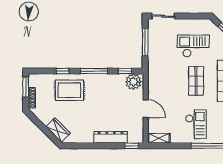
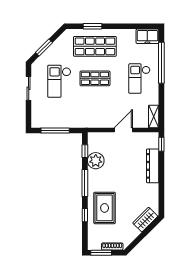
sliding door: (163, 16) -> (29, 88), moved
plant: (133, 82) -> (96, 161), moved
checkout: (196, 124) -> (139, 79), turned -90

